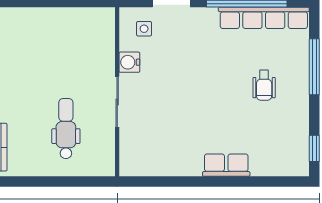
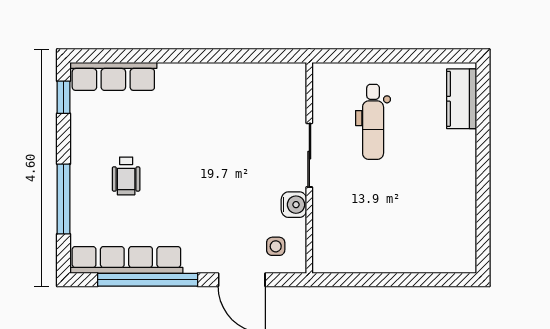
wheelchair: (264, 85) -> (126, 176), turned 180
row of seats: (226, 165) -> (113, 76), moved, width x1.48

